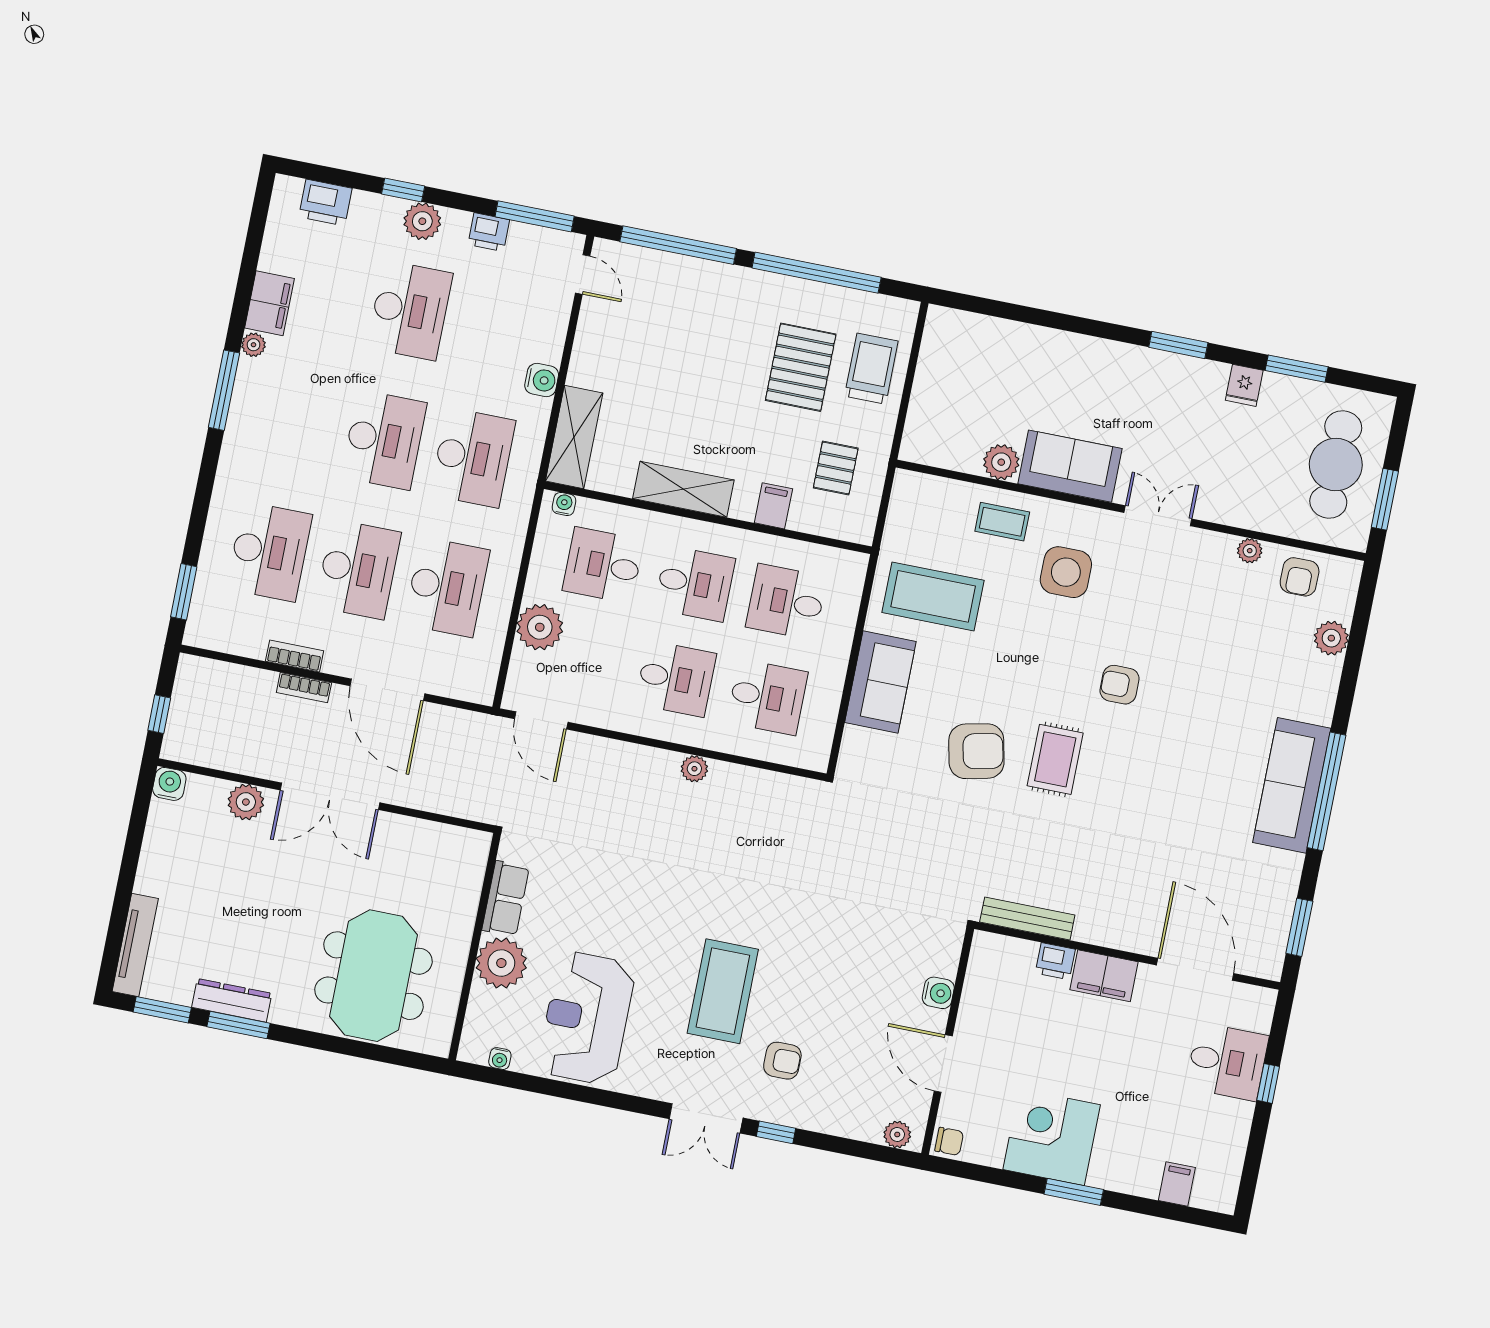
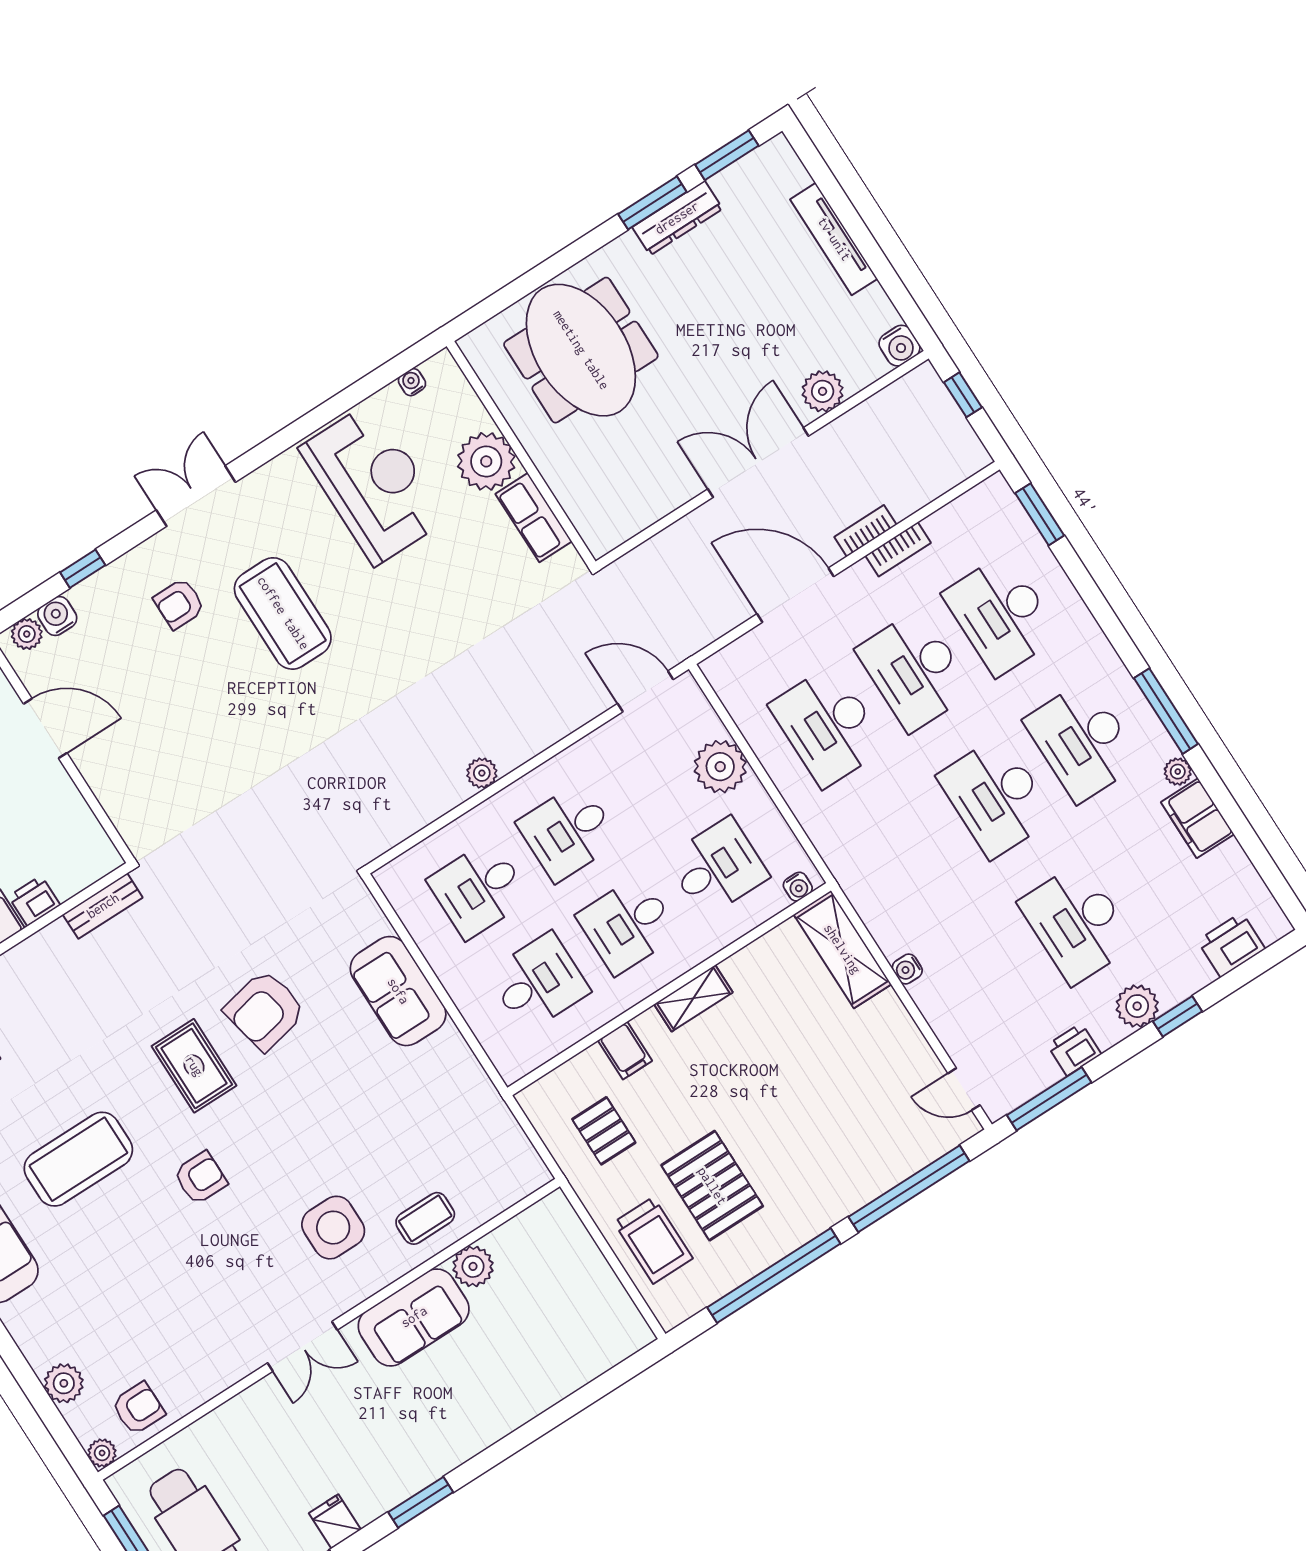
water cooler: (542, 380) -> (907, 969), width x0.72, depth x0.72
desk: (473, 458) -> (1082, 741), moved
shelving: (683, 489) -> (693, 998), width x0.67, depth x0.75
plant: (1250, 551) -> (102, 1453), moved
armchair: (1300, 577) -> (138, 1408), turned 90
coffee table: (933, 596) -> (78, 1159), moved
bench: (1027, 919) -> (103, 906), width x0.73
tv unit: (135, 945) -> (834, 239), moved
water cooler: (938, 993) -> (57, 616), moved, turned 90
window: (776, 1132) -> (83, 569), moved

